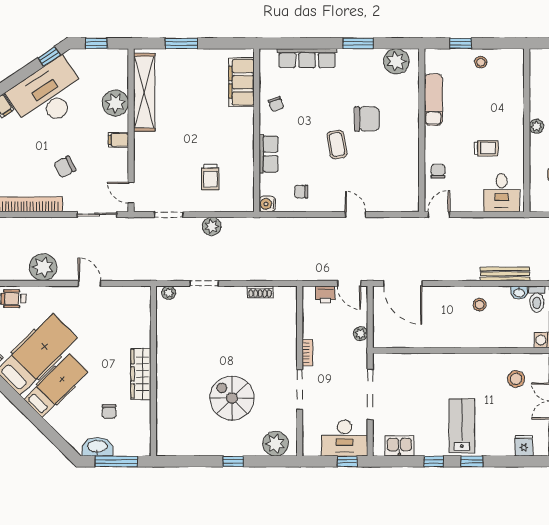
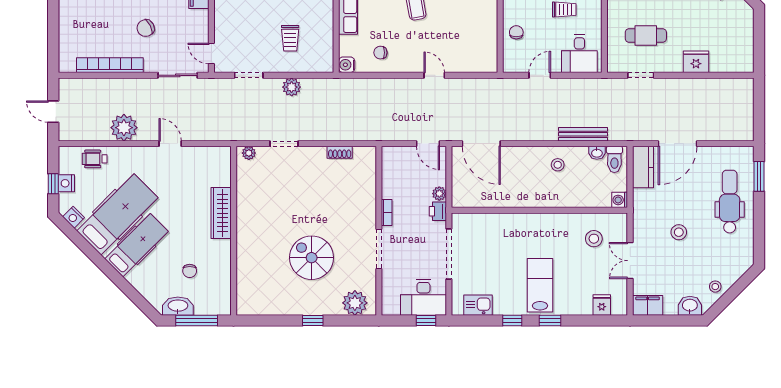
door: (439, 215) -> (540, 75), moved
printer: (325, 294) -> (438, 211), moved, turned 90
wardrobe: (141, 374) -> (221, 213), moved

